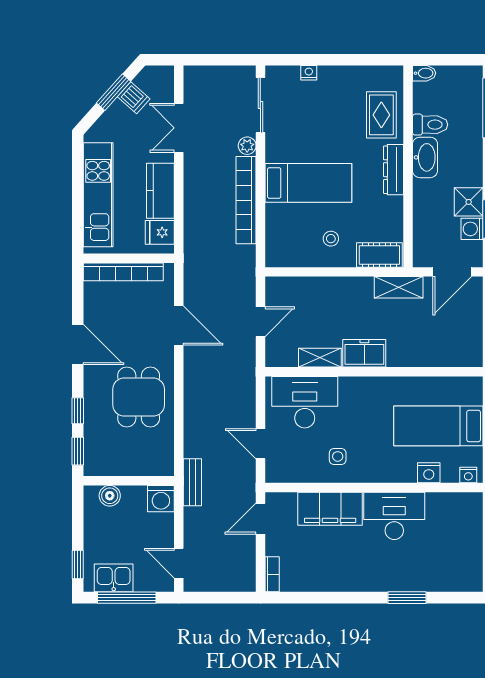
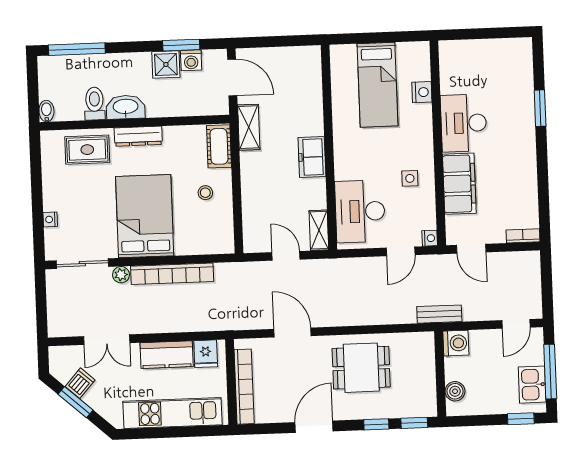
bed: (308, 183) -> (145, 216), width x1.50
door: (179, 325) -> (292, 332), hinge flipped
shelving: (320, 358) -> (319, 230), moved
nightstand: (468, 475) -> (430, 238), moved

